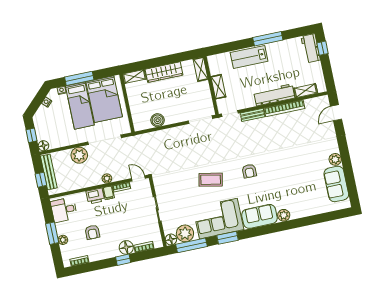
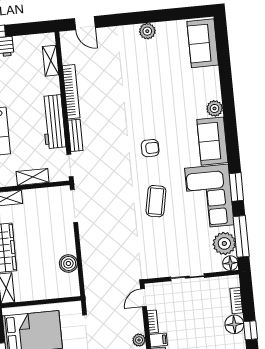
workbench: (274, 95) -> (53, 122), moved
sofa: (336, 184) -> (203, 43), moved, turned 90

